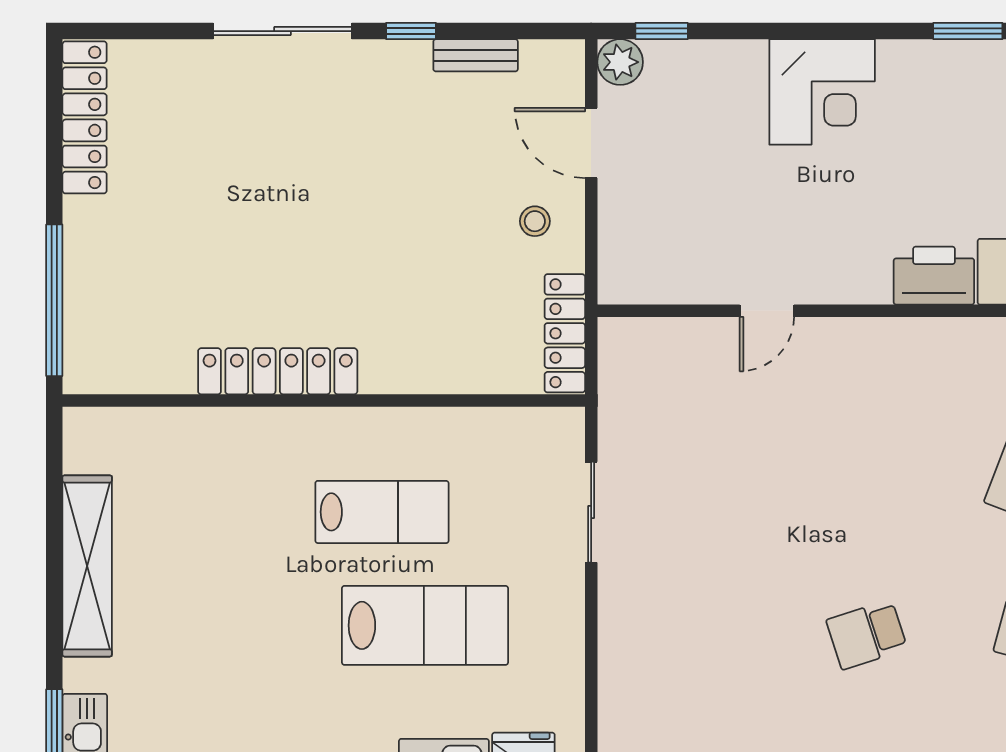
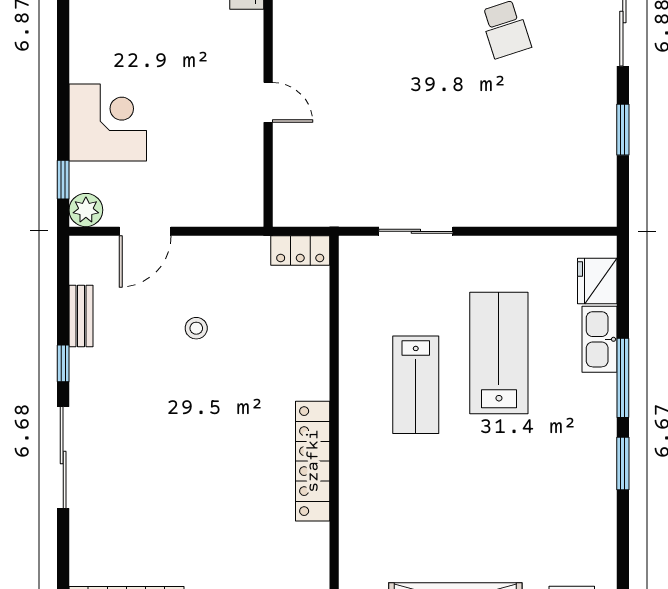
corner desk: (822, 92) -> (108, 123), moved
stool: (535, 221) -> (196, 328), moved
locker: (565, 333) -> (300, 251), width x0.66
lab bench: (382, 512) -> (416, 385), turned 180

